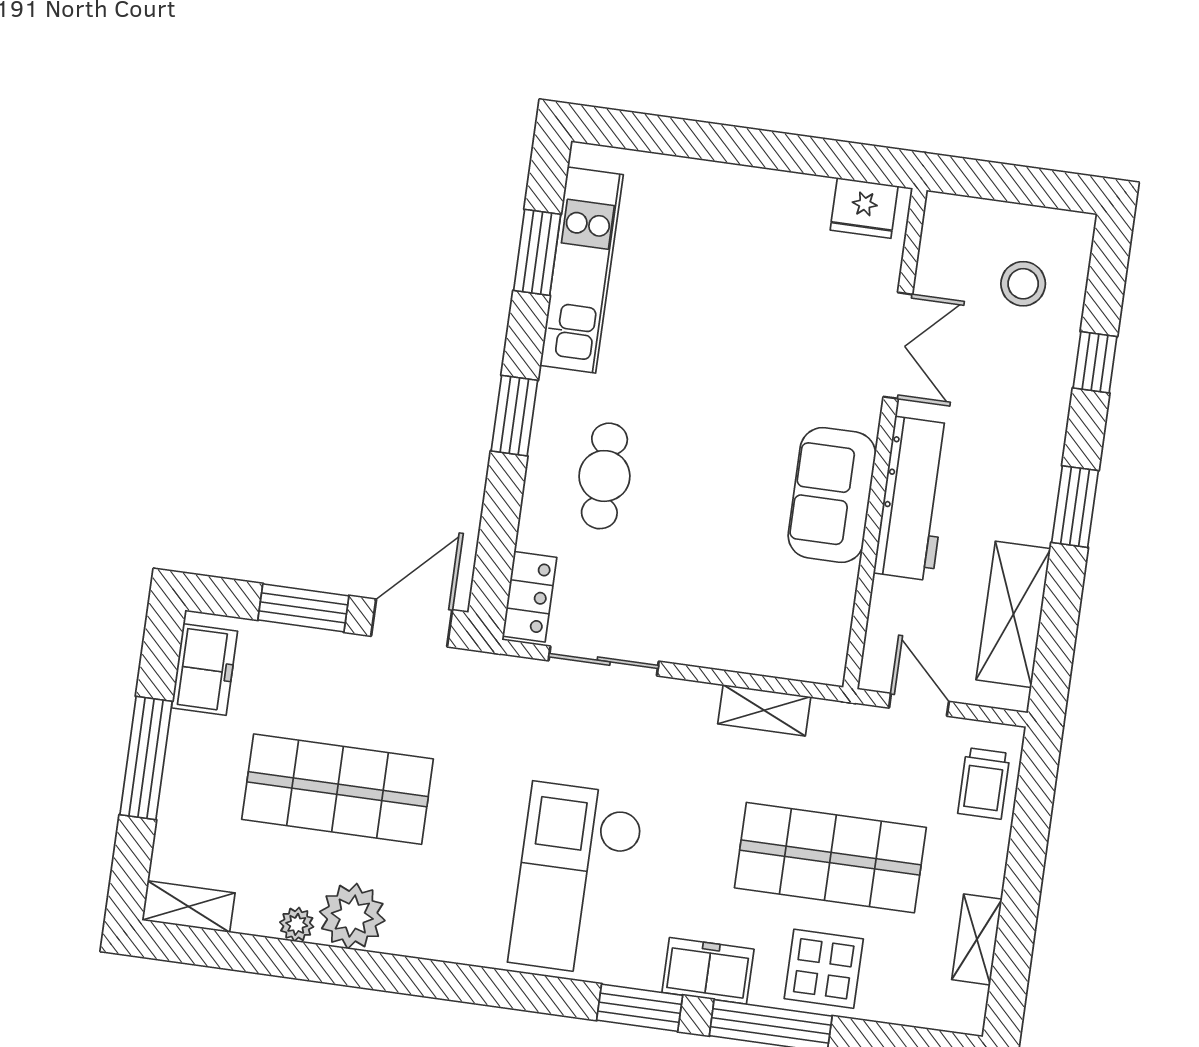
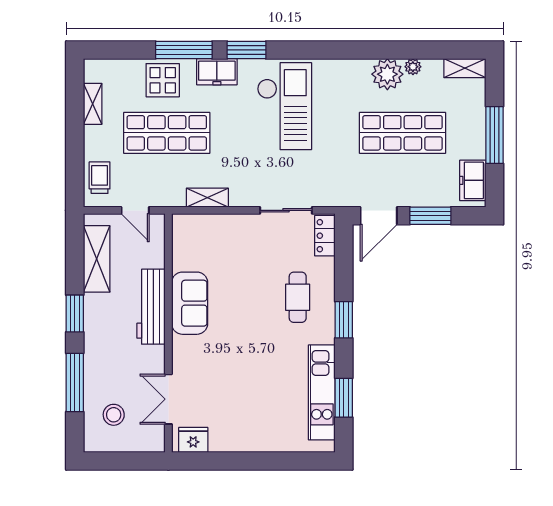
double door: (898, 346) -> (168, 399), moved
window: (1095, 362) -> (75, 383), width x2.17

